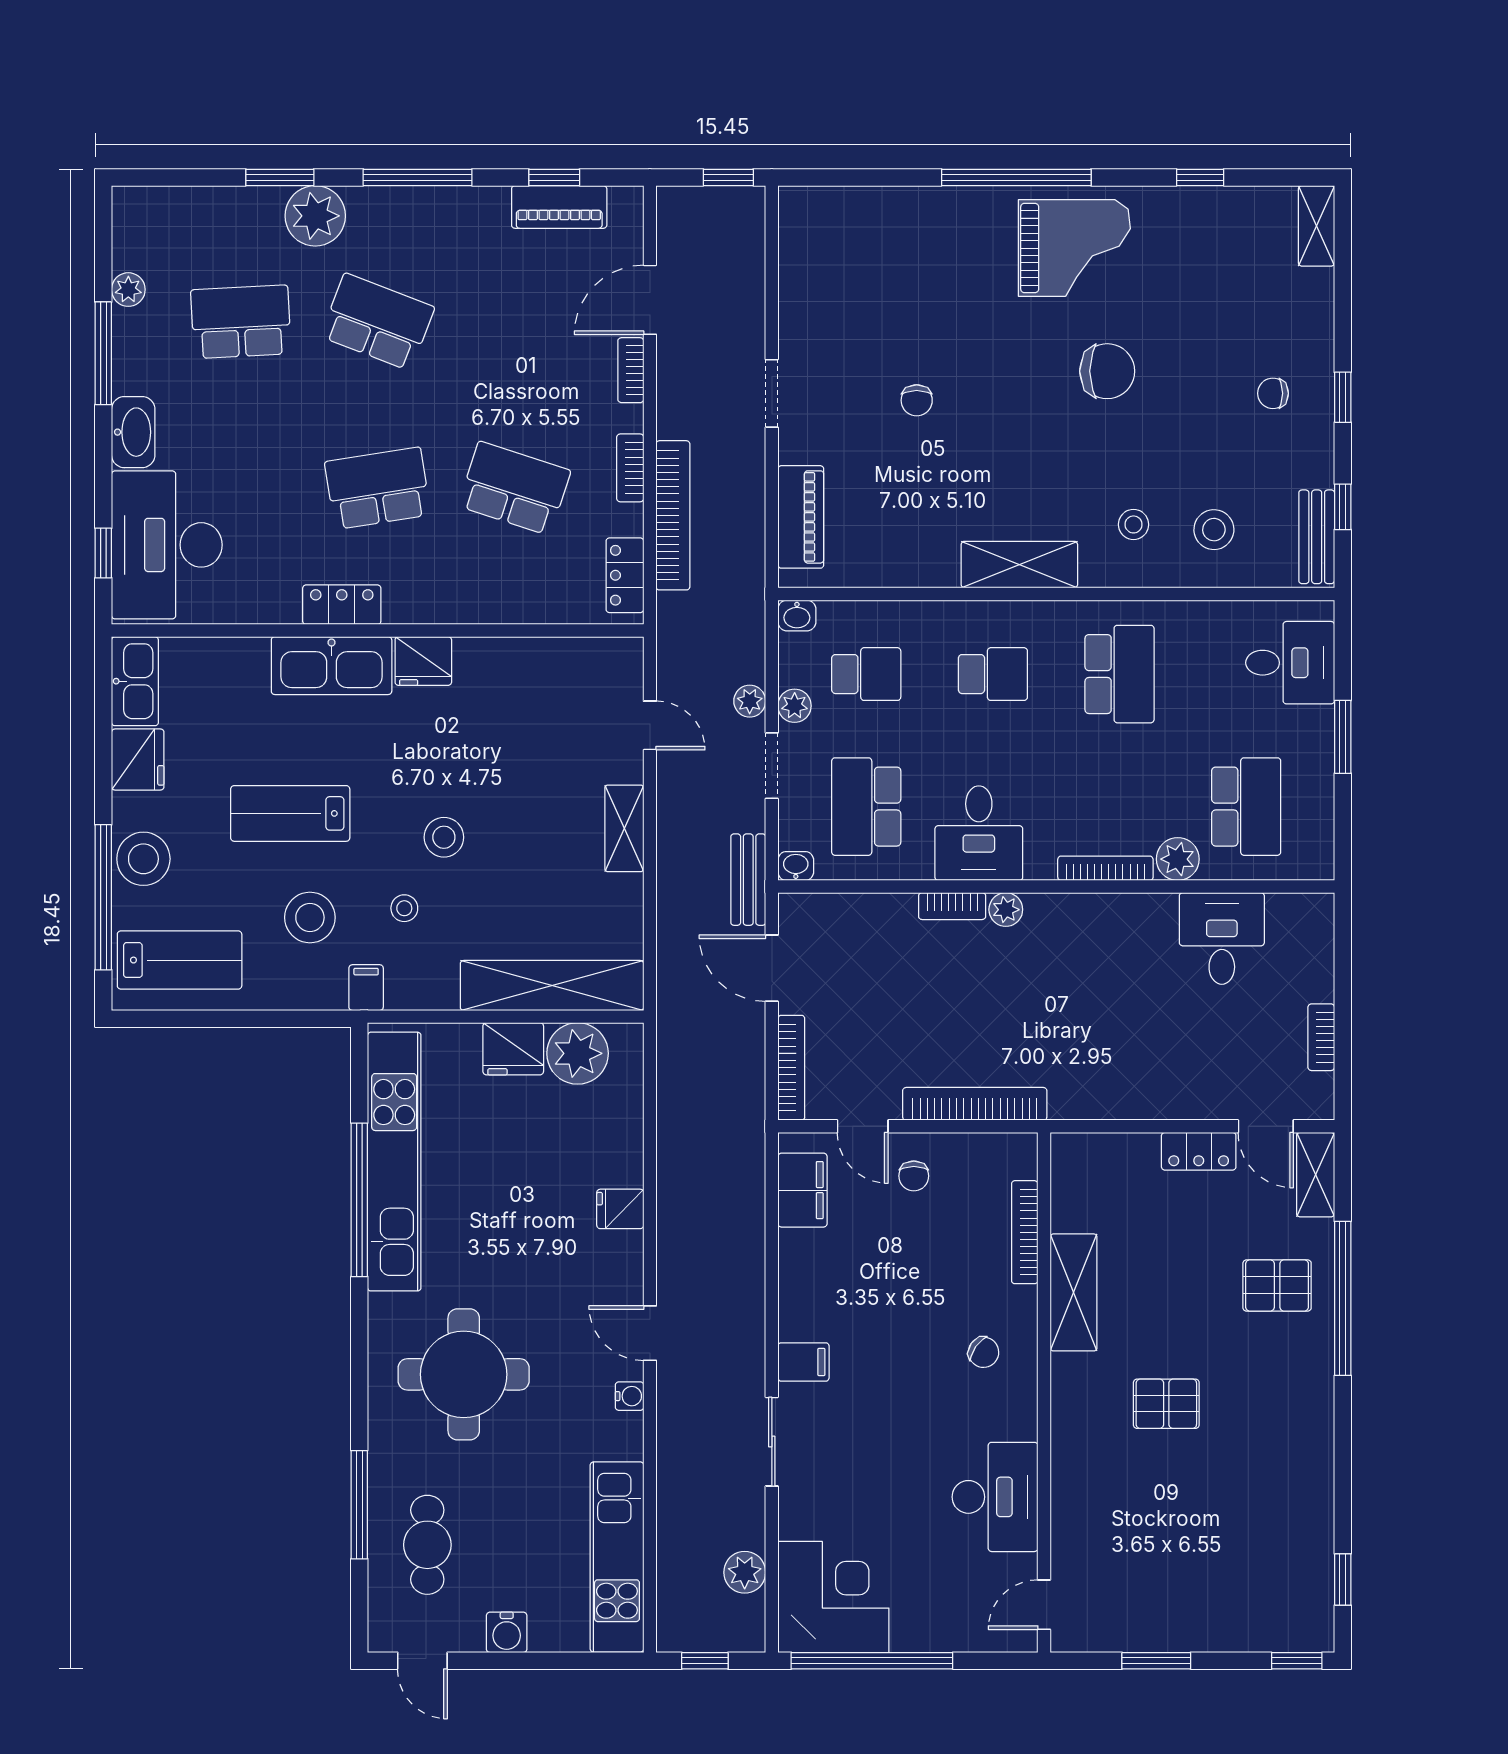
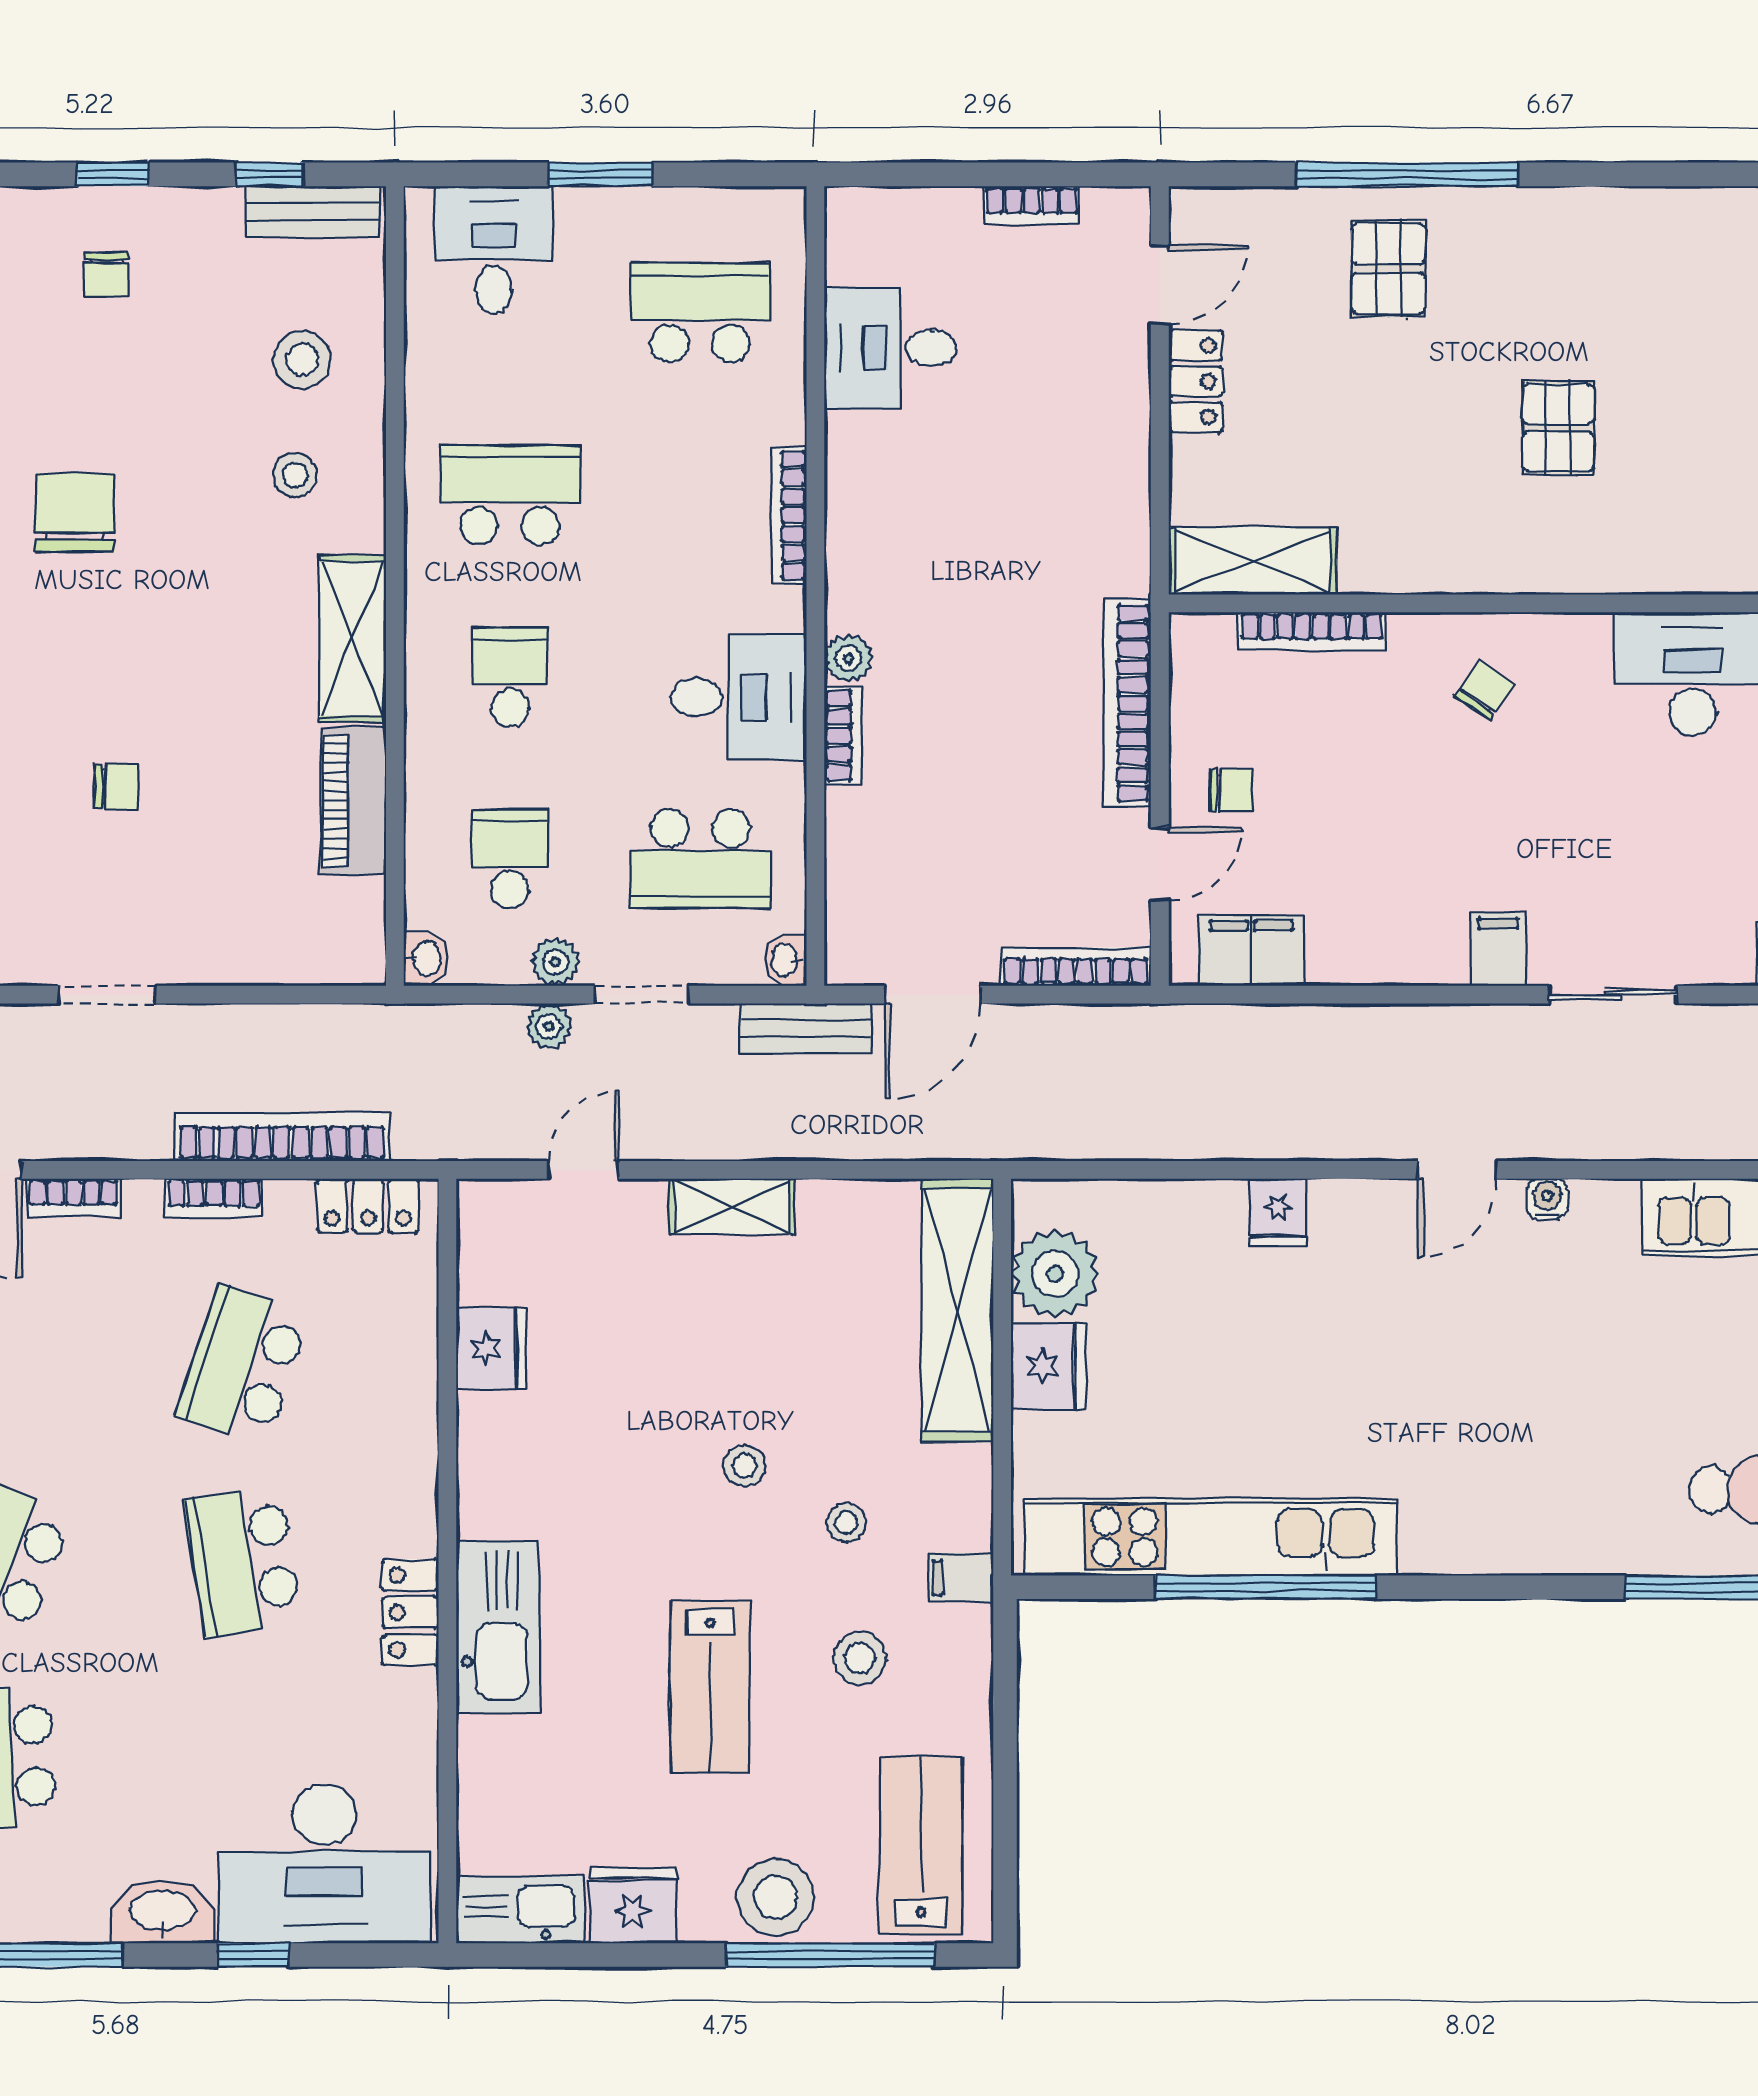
piano: (801, 517) -> (353, 801), moved, turned -90
window: (103, 553) -> (253, 1955), moved
fridge: (423, 661) -> (491, 1348), moved
stool: (444, 837) -> (744, 1466), width x0.73, depth x0.73
plant: (1178, 859) -> (776, 411), removed
stool: (310, 917) -> (860, 1658), width x0.73, depth x0.73
shelving: (1316, 1175) -> (1229, 213), removed
shelving: (1074, 1292) -> (1253, 561), moved
round table: (464, 1374) -> (1516, 1437), removed

